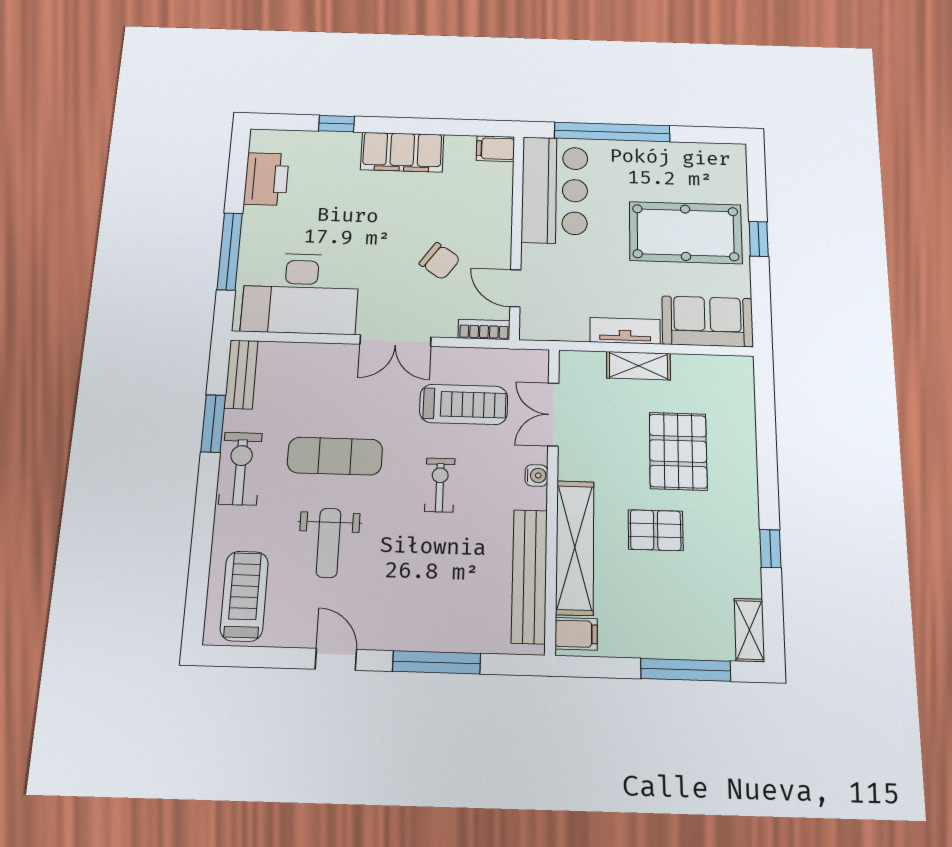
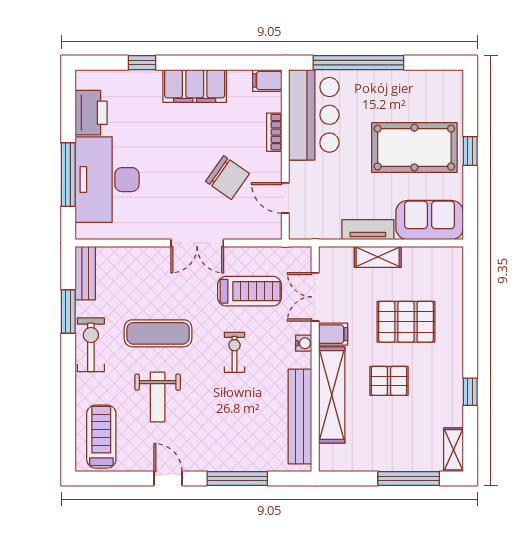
chair: (440, 261) -> (227, 178), width x1.37, depth x1.37
desk: (300, 294) -> (107, 180), moved, turned 90
bookcase: (484, 329) -> (274, 132), moved, turned -90
pallet: (678, 451) -> (406, 322), turned 90
filing cabinet: (576, 634) -> (333, 334), moved

